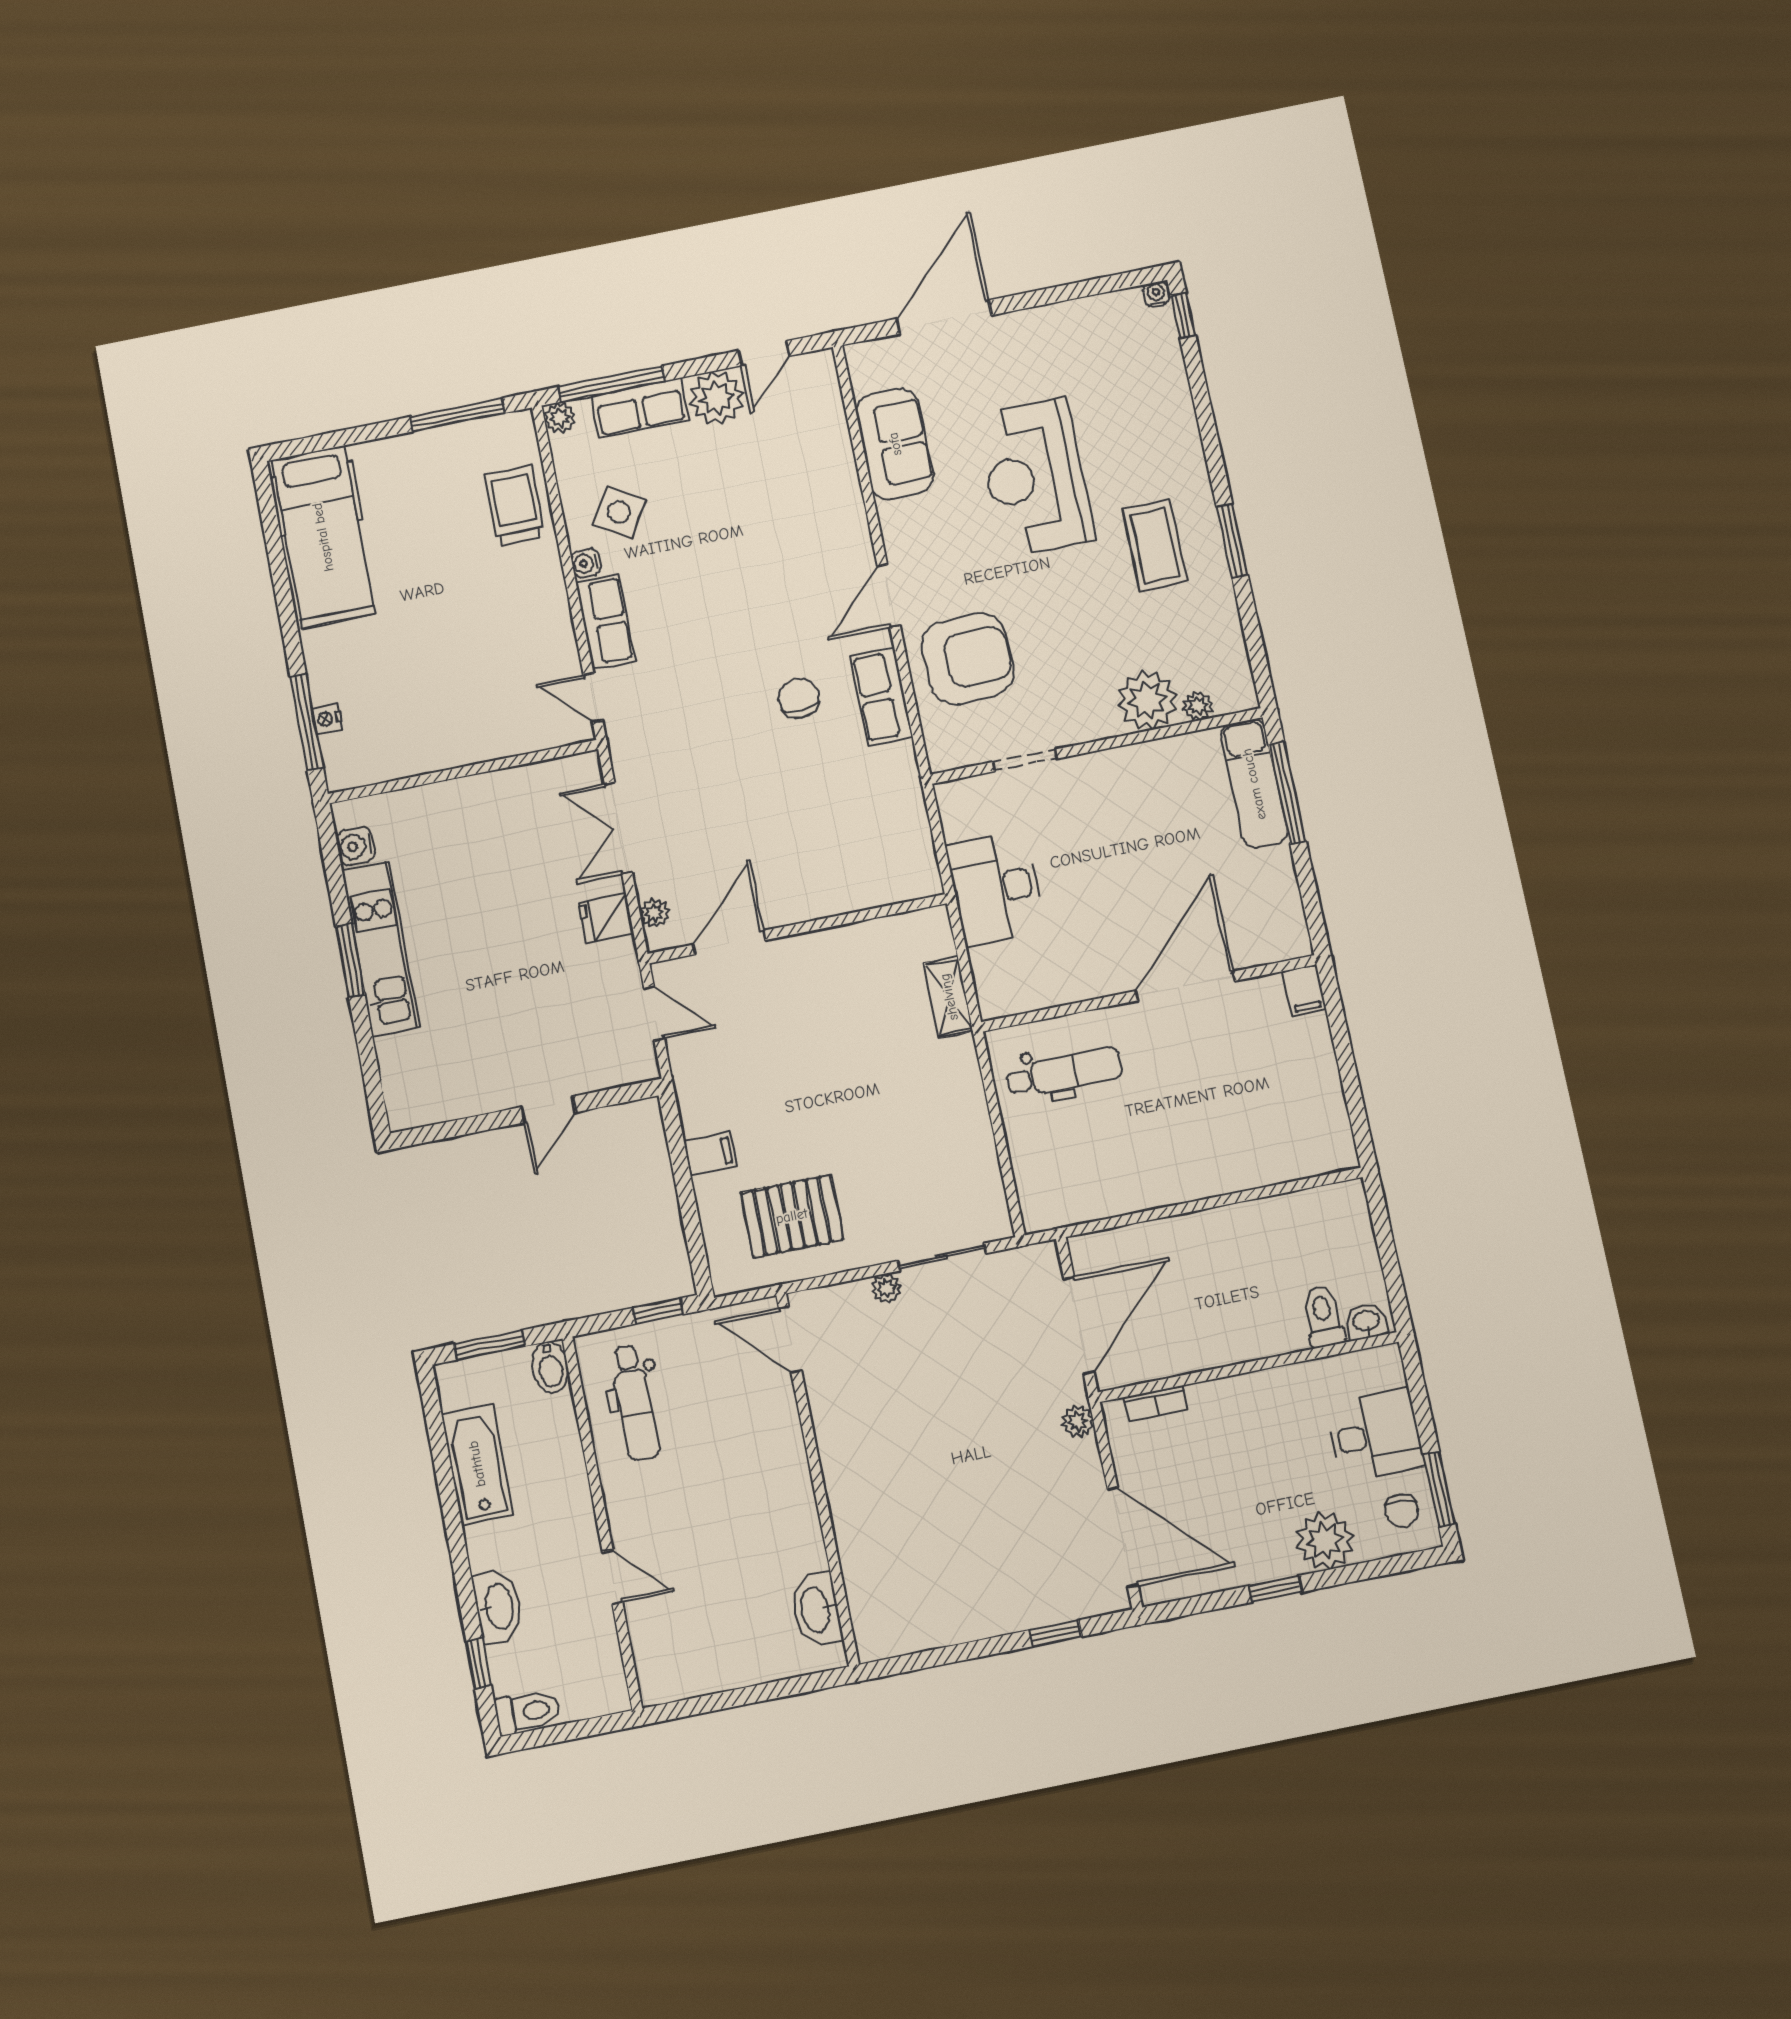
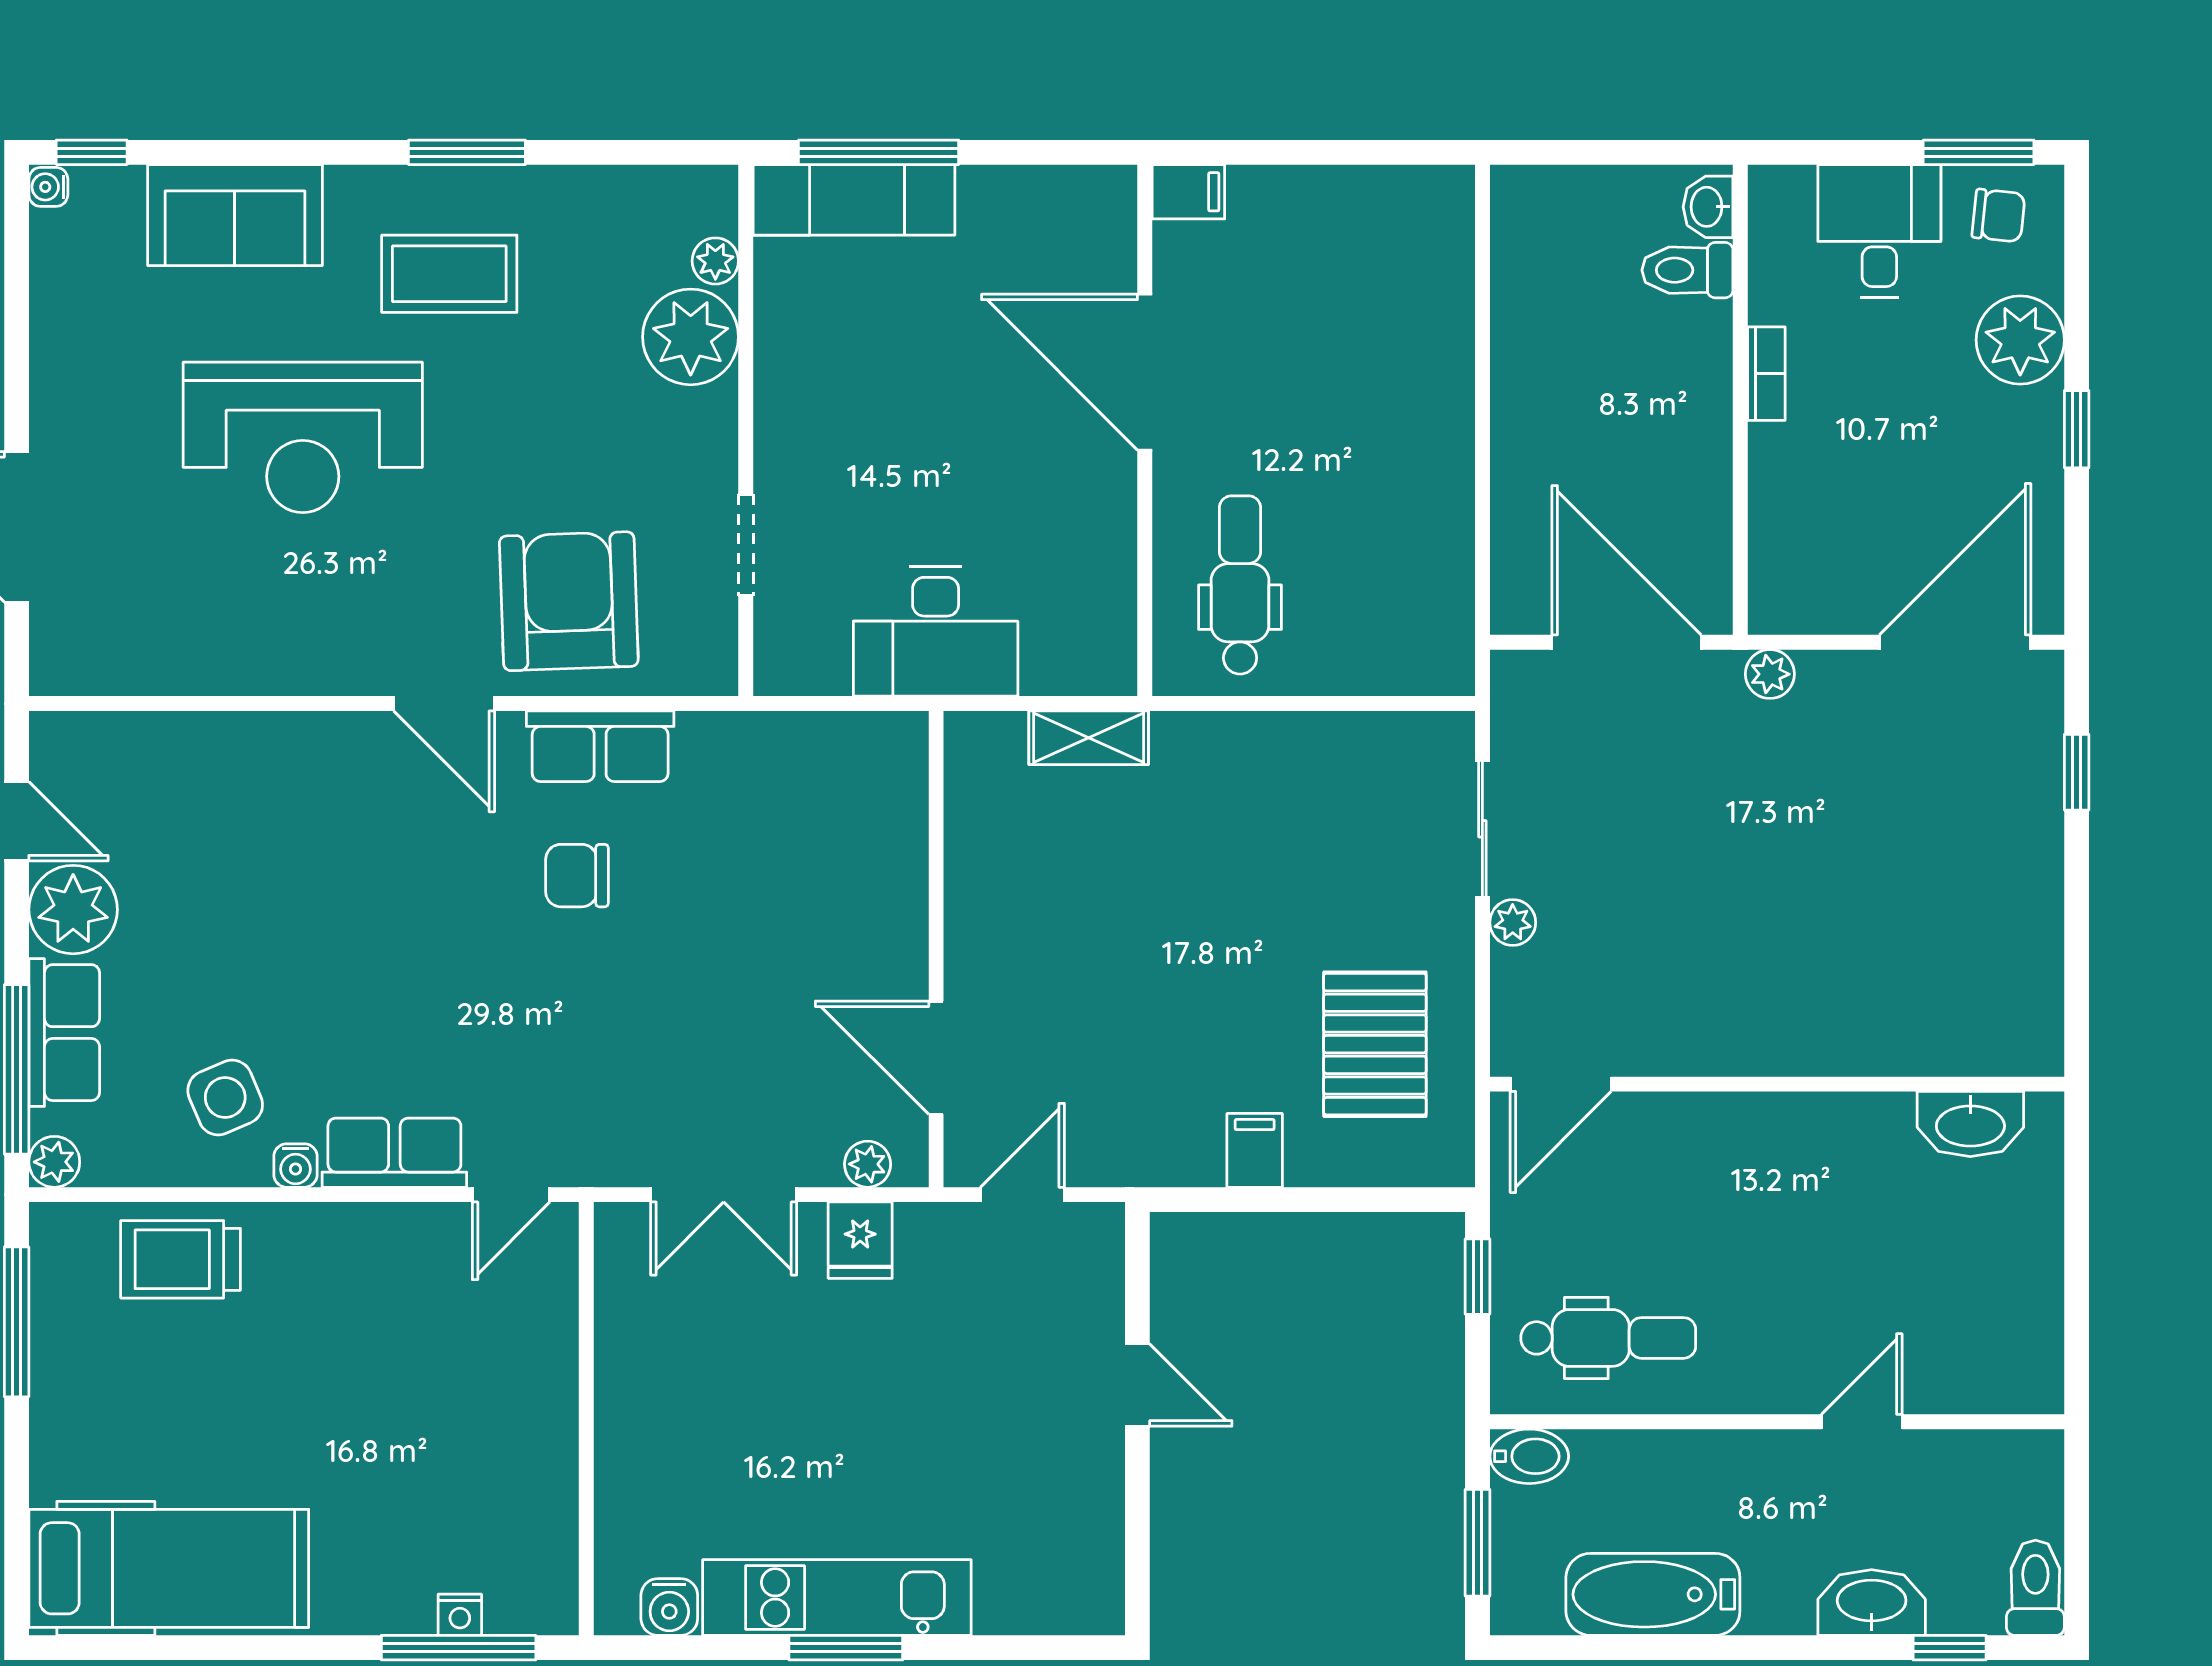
sofa: (895, 444) -> (235, 215), moved, turned 180
side table: (619, 512) -> (225, 1098), turned 36
bookcase: (1156, 1403) -> (1766, 374), moved

